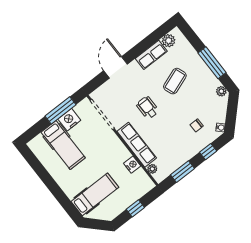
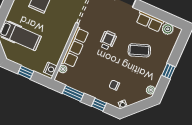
window: (212, 63) -> (169, 71), width x0.46
nightstand: (132, 165) -> (50, 69), moved

